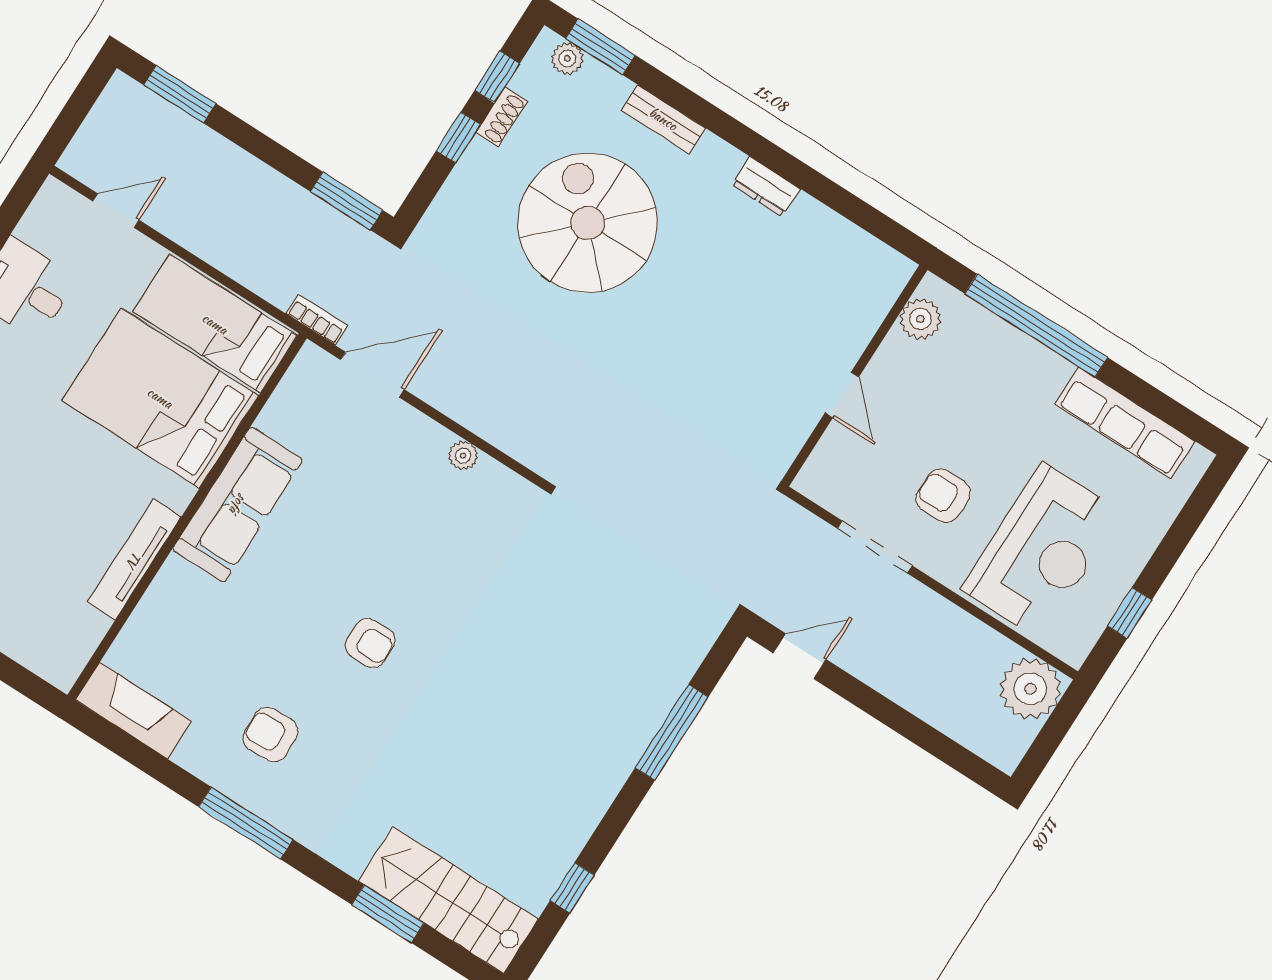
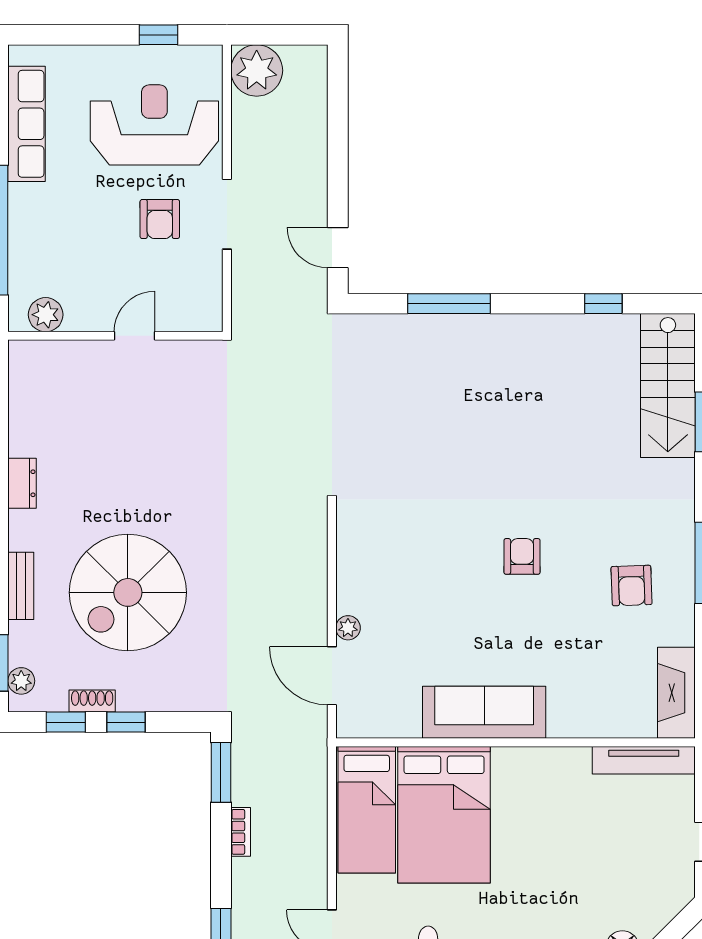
bookcase: (317, 320) -> (241, 832), moved, turned 180
plant: (463, 456) -> (348, 628), moved
doorway: (875, 547) -> (227, 214), moved
tv unit: (134, 560) -> (644, 760), moved

